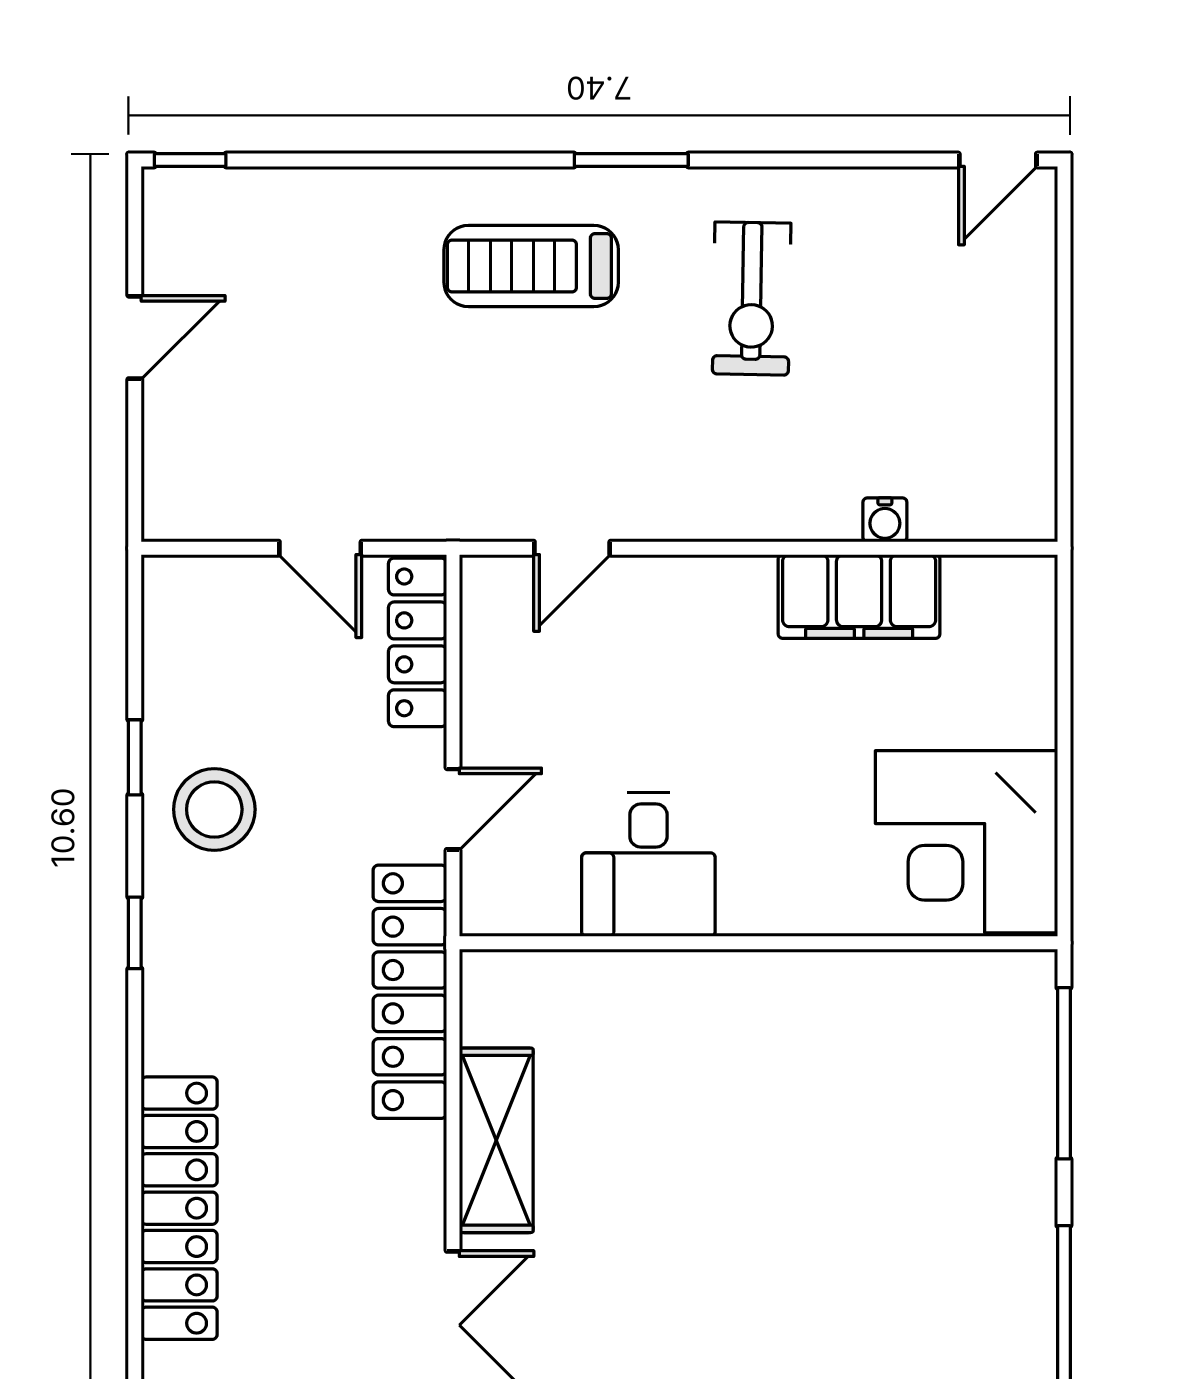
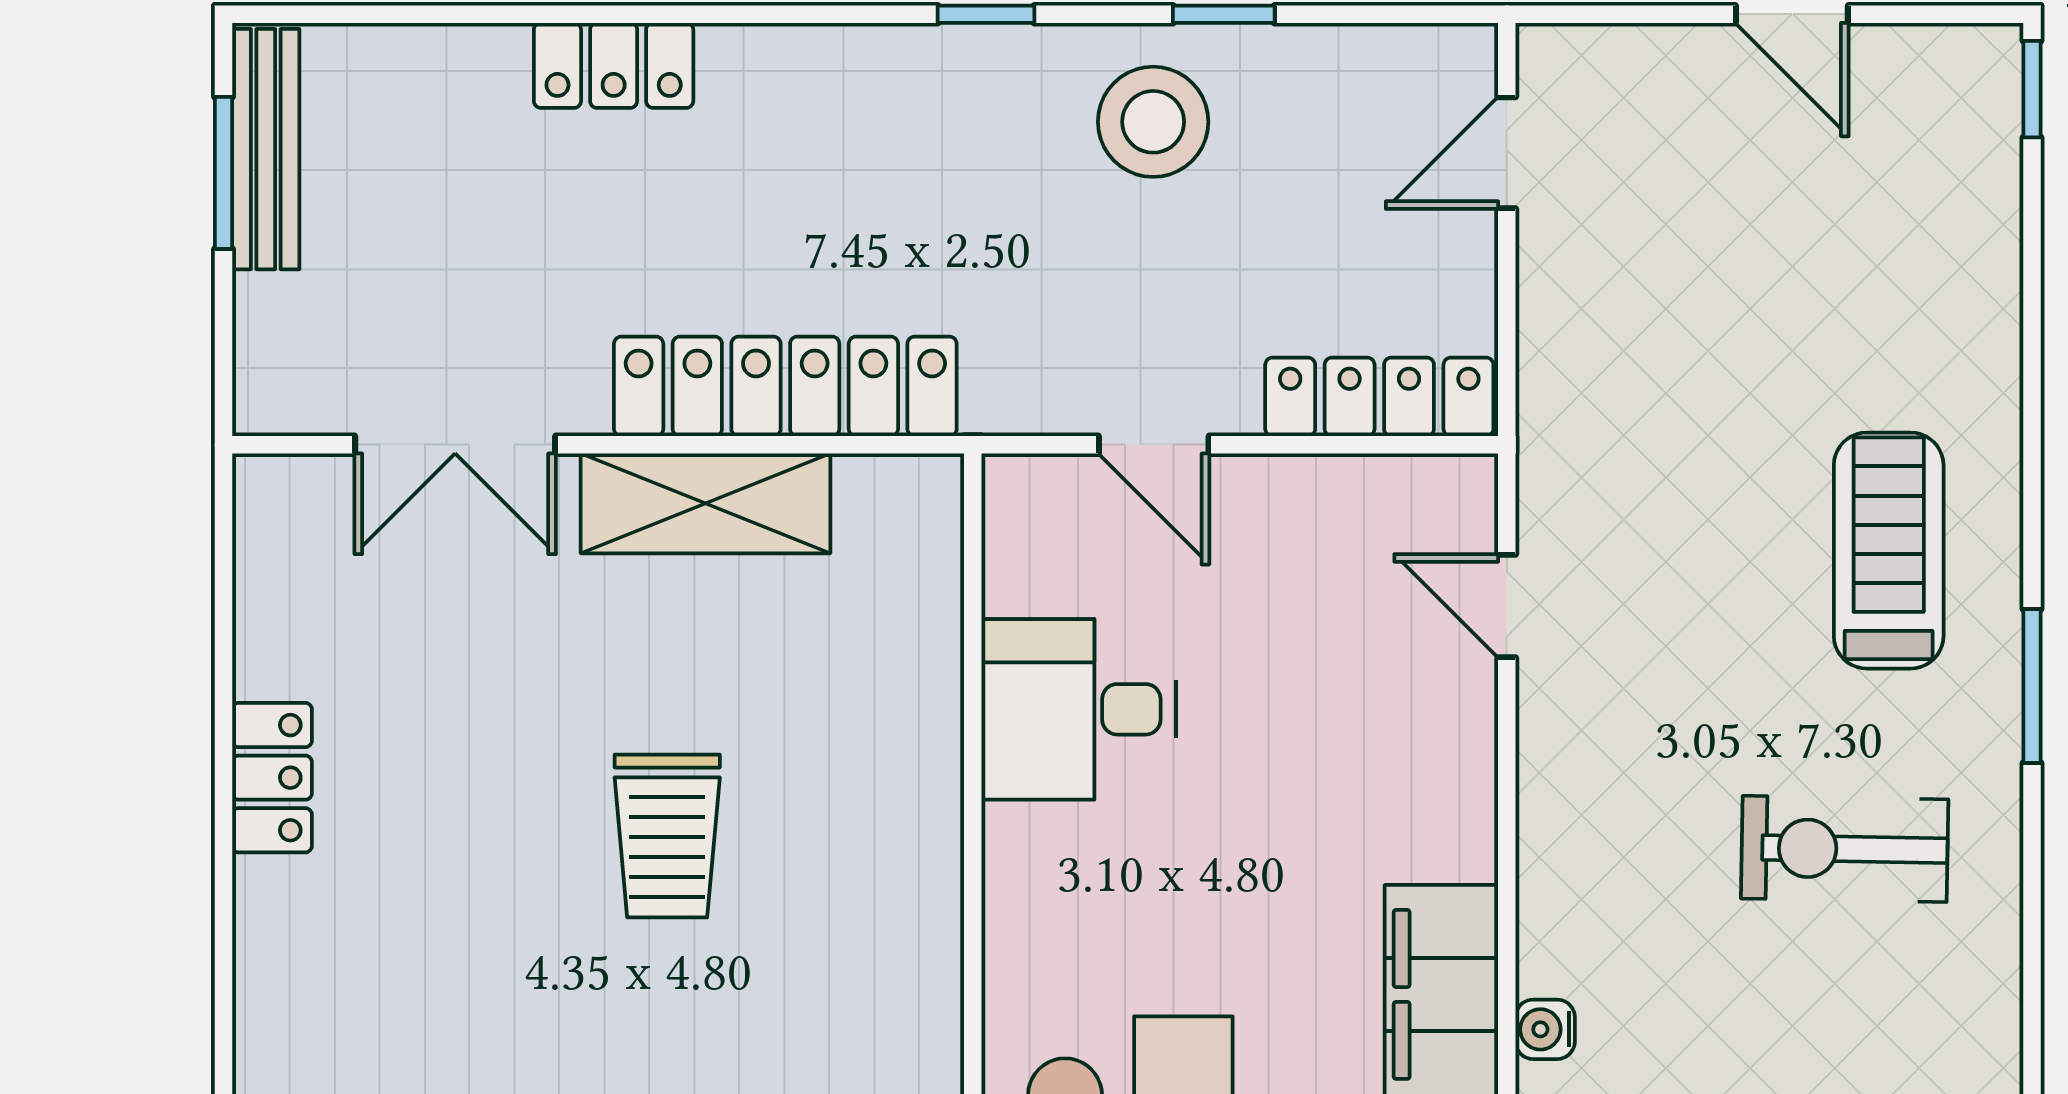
door: (320, 548) -> (1507, 153), moved
locker: (410, 992) -> (785, 386), moved
trolley: (742, 1169) -> (667, 836), added
locker: (179, 1208) -> (614, 65), width x0.46, depth x0.83

